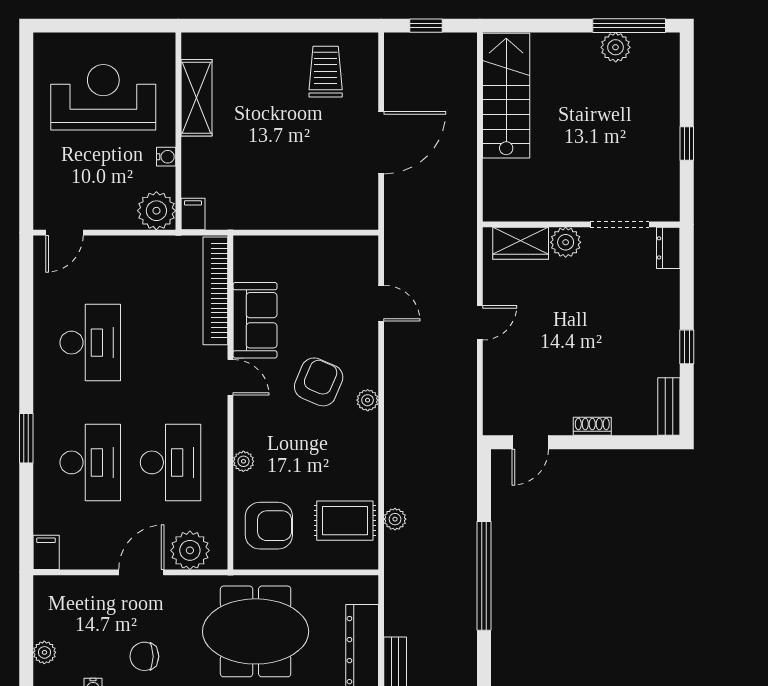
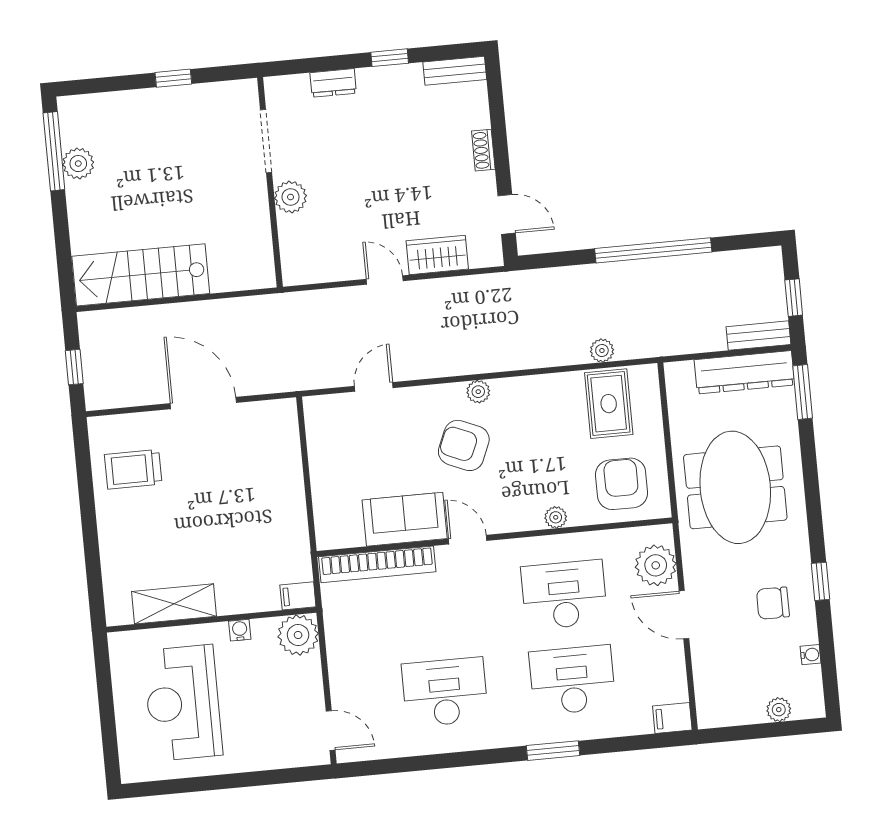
wardrobe: (521, 243) -> (437, 255), moved, turned -90
dresser: (668, 248) -> (333, 83), moved
door: (230, 377) -> (468, 540), hinge flipped
chair: (144, 656) -> (773, 603), turned 90

